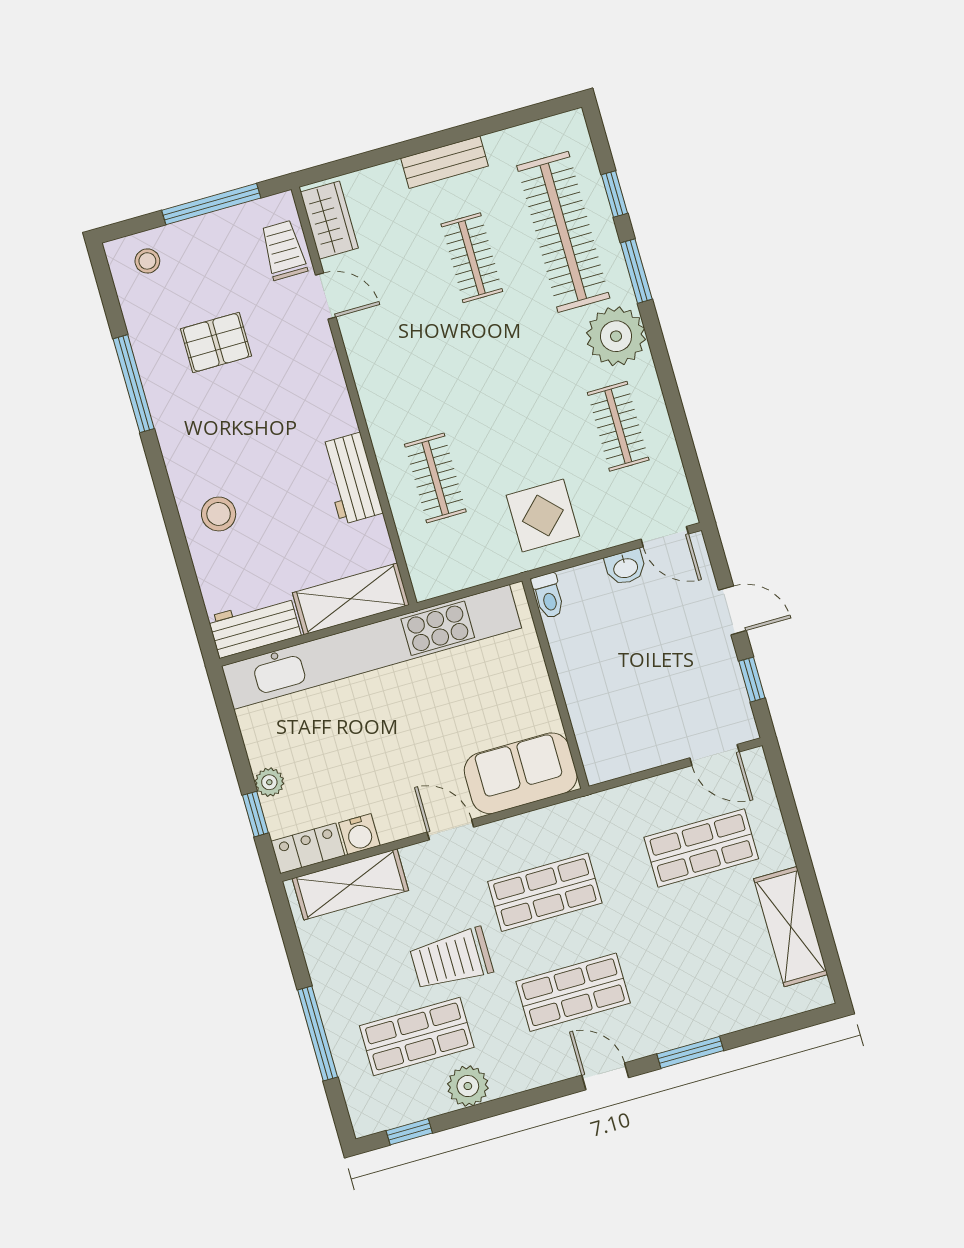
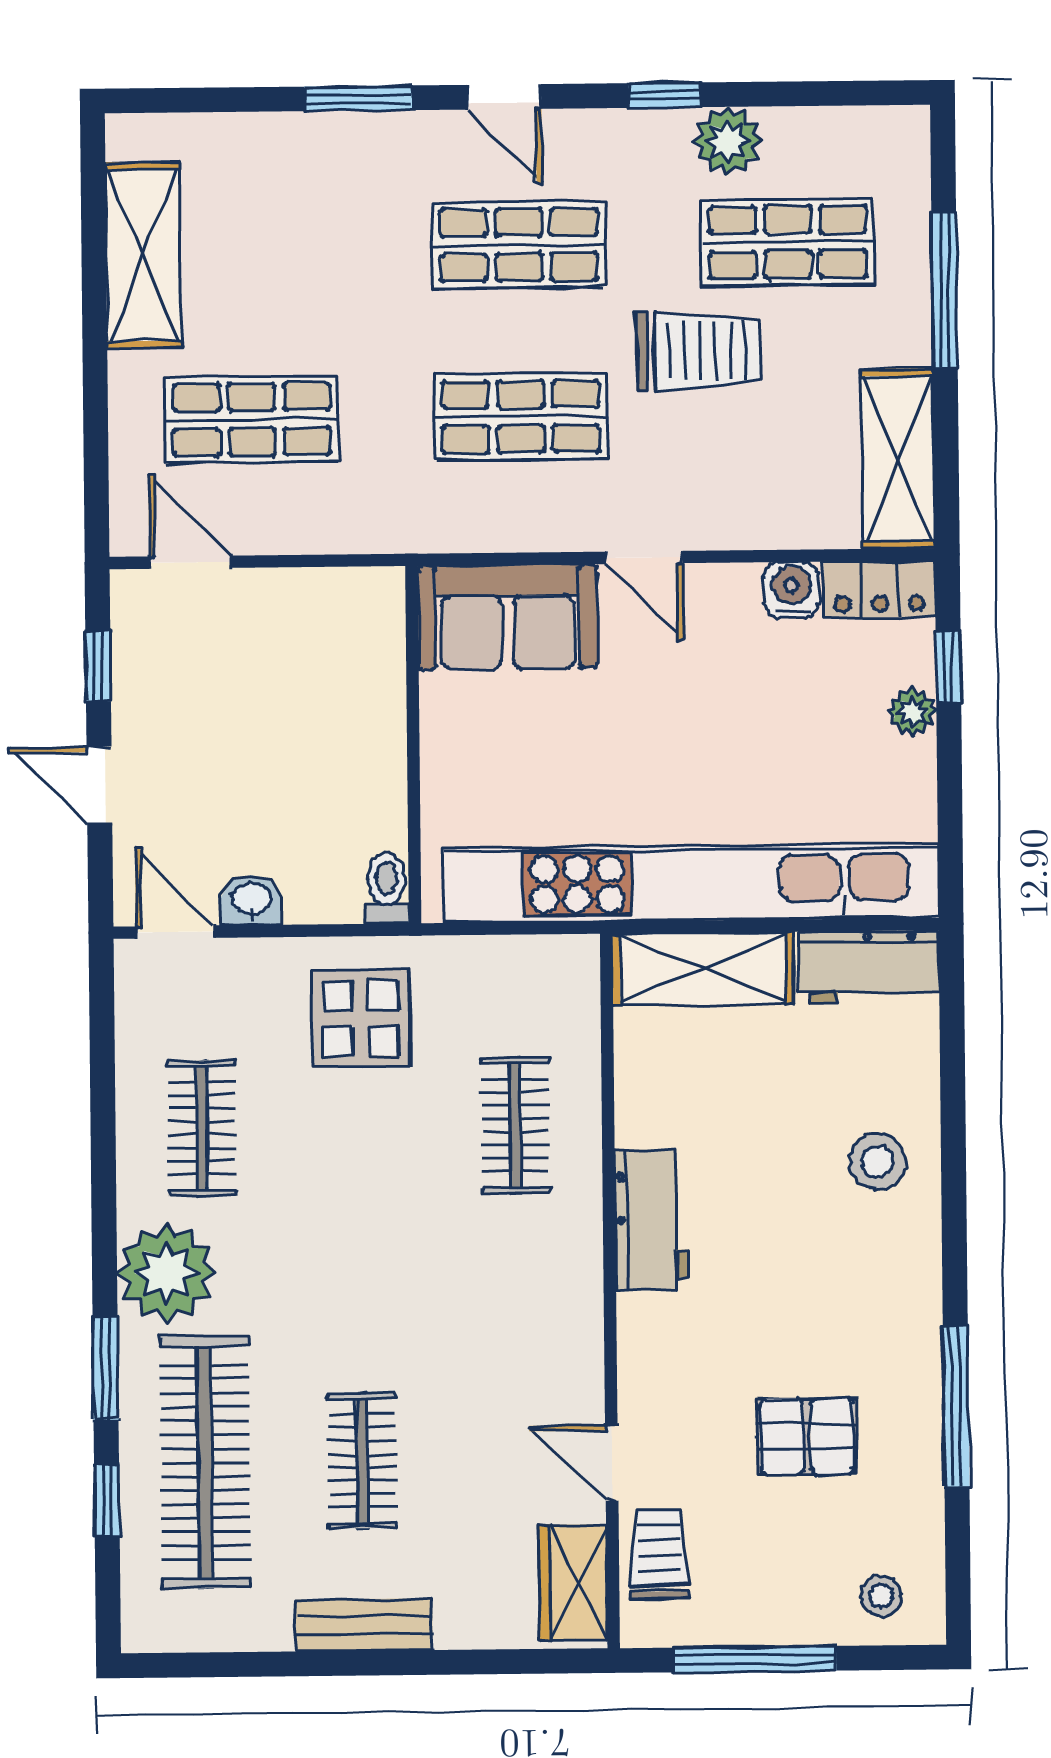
trolley: (284, 250) -> (659, 1554), turned 180
workbench: (351, 478) -> (651, 1219), moved
shelving: (350, 884) -> (898, 459), moved, turned 90
window: (409, 1132) -> (665, 95), moved

